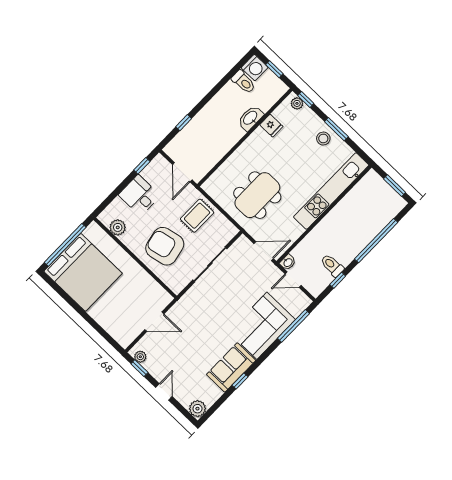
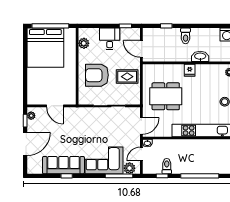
toilet: (244, 82) -> (186, 36), moved
fridge: (271, 126) -> (190, 70), moved
door: (182, 172) -> (141, 49), hinge flipped
armchair: (165, 246) -> (97, 75), turned -78
door: (264, 251) -> (141, 126), hinge flipped
door: (293, 280) -> (141, 154), hinge flipped
sofa: (231, 367) -> (63, 165), width x1.36
door: (164, 392) -> (25, 144), width x1.88
plant: (197, 409) -> (130, 168), moved

